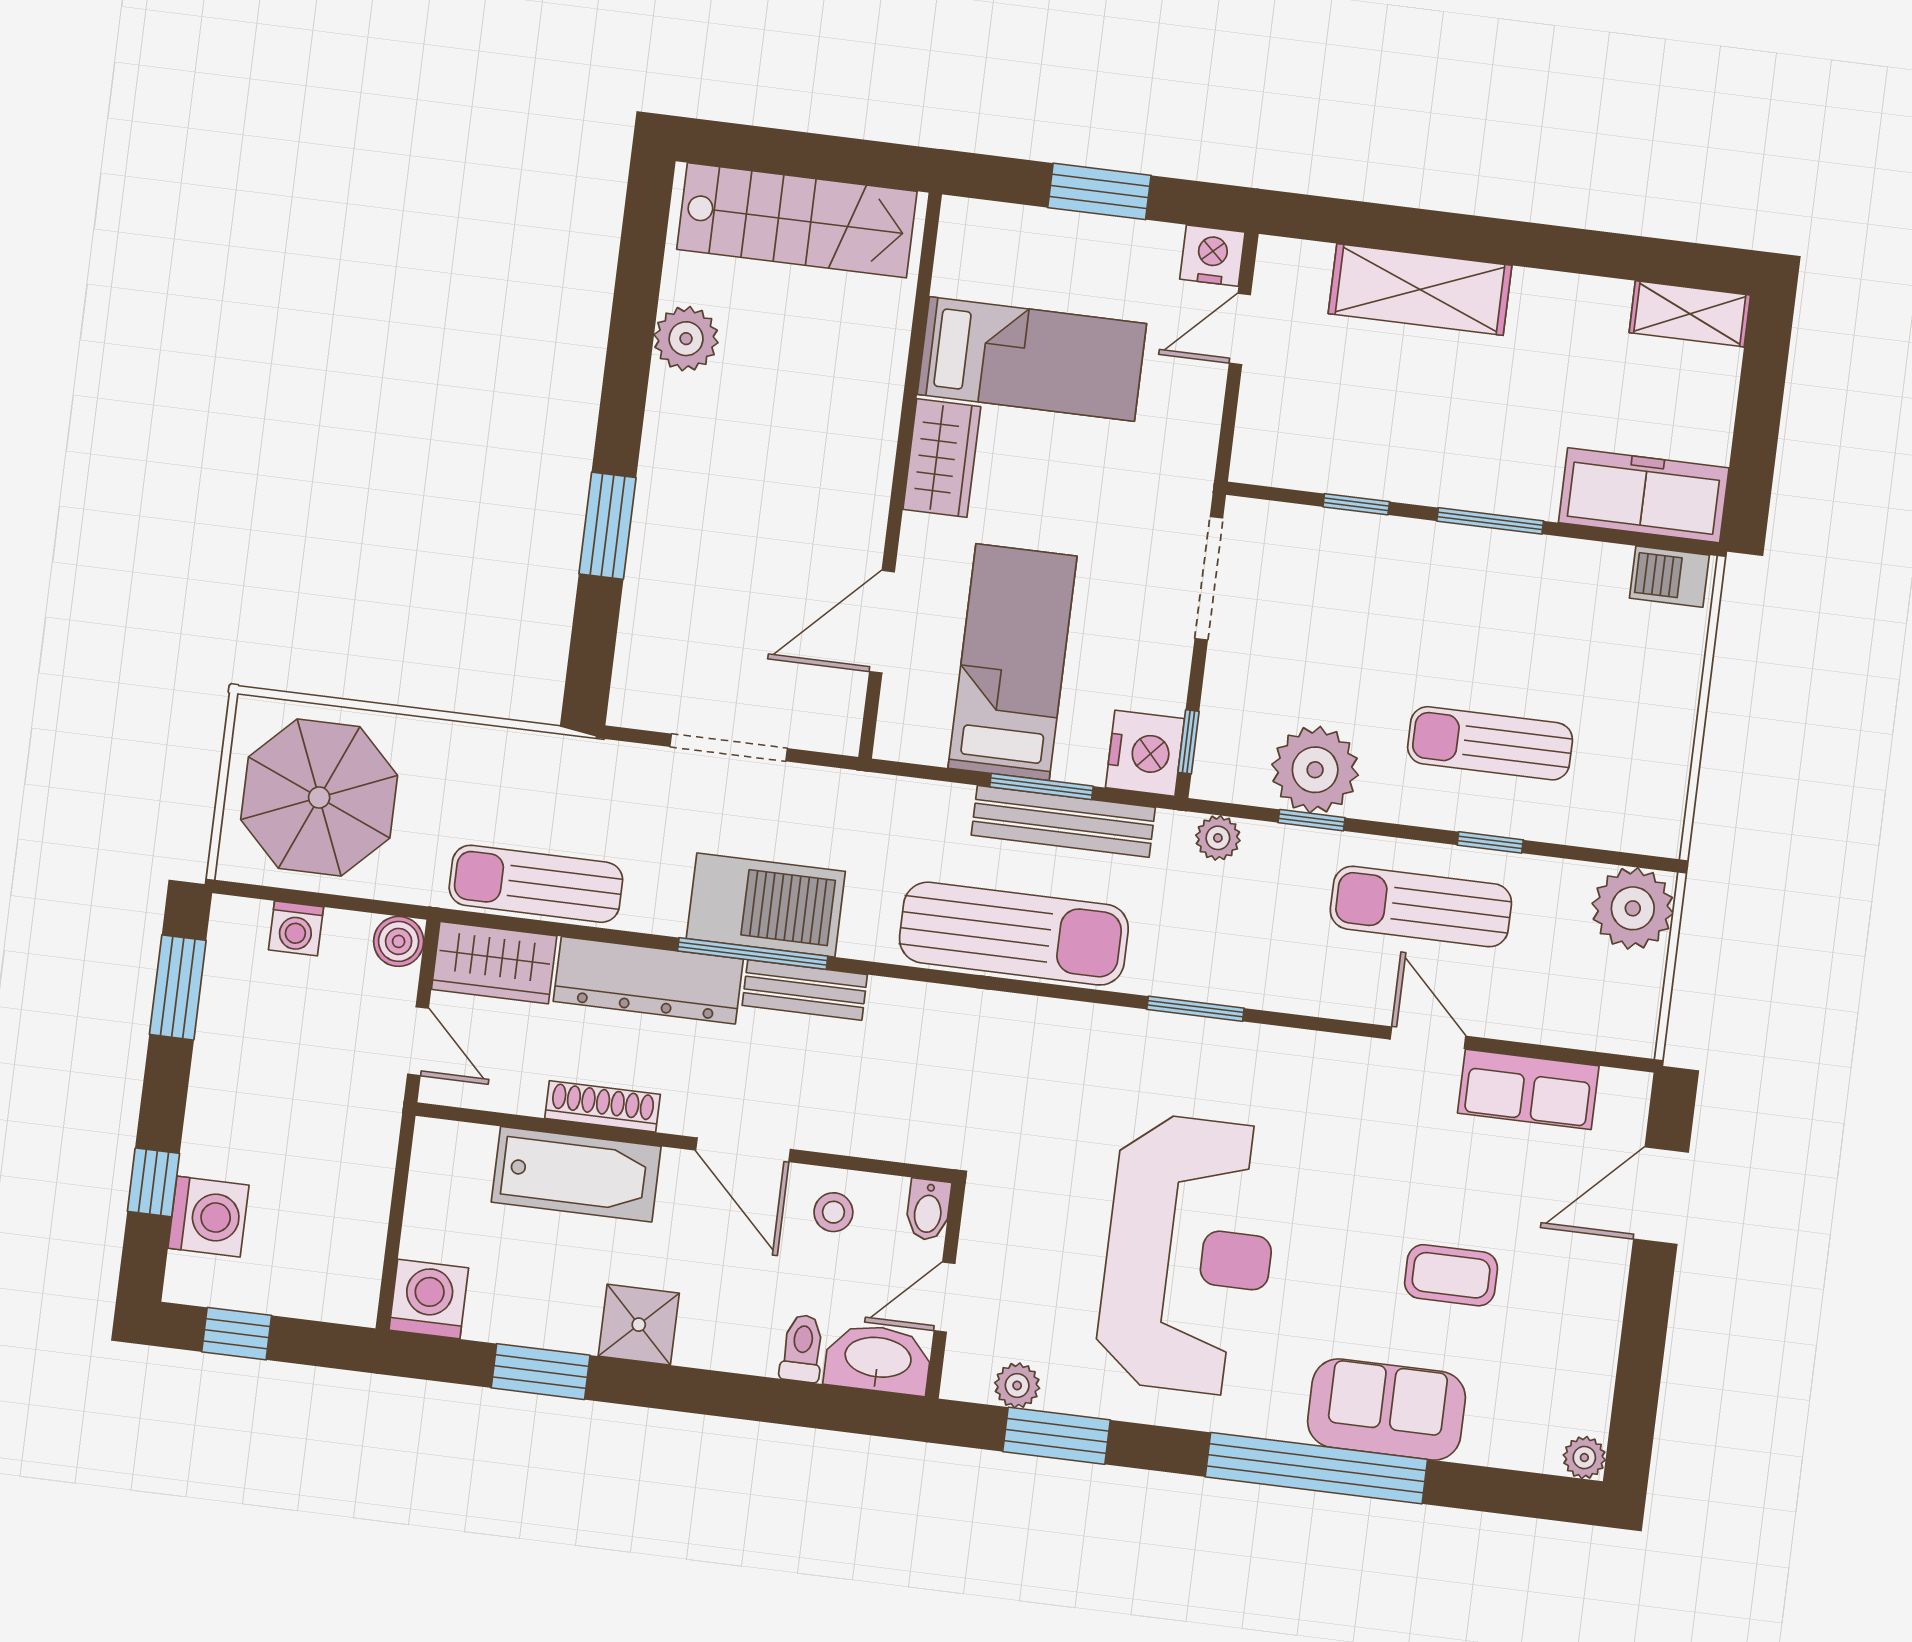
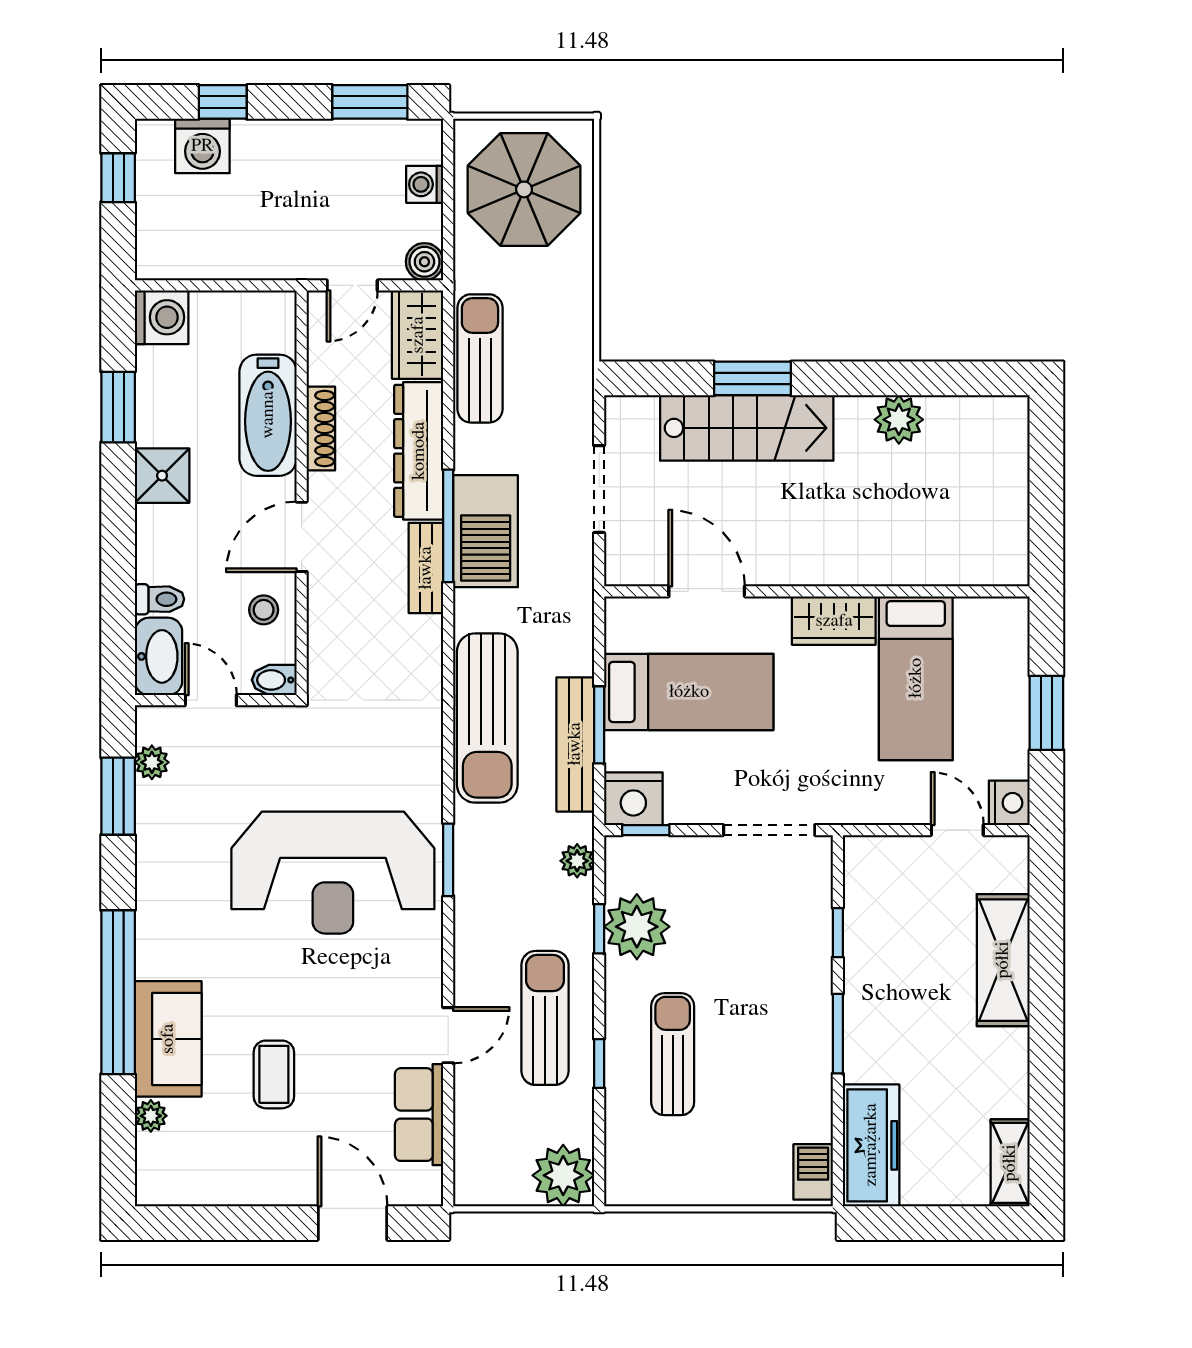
stairs: (797, 220) -> (747, 428), moved, turned -90
reception desk: (1189, 1255) -> (333, 873), moved
plant: (1584, 1458) -> (151, 1116), moved

